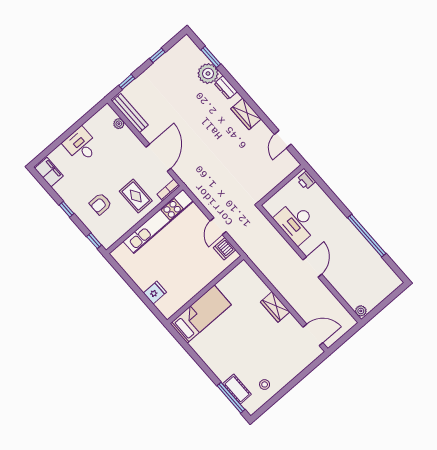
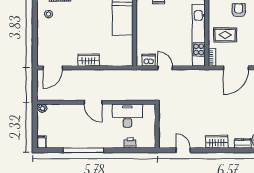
door: (158, 158) -> (236, 68), hinge flipped
printer: (306, 180) -> (130, 143), moved
filing cabinet: (394, 283) -> (42, 142), added

